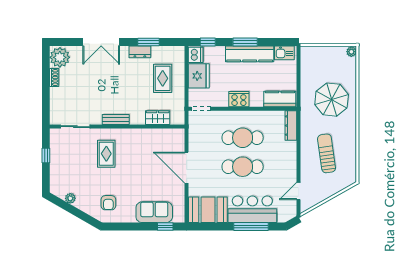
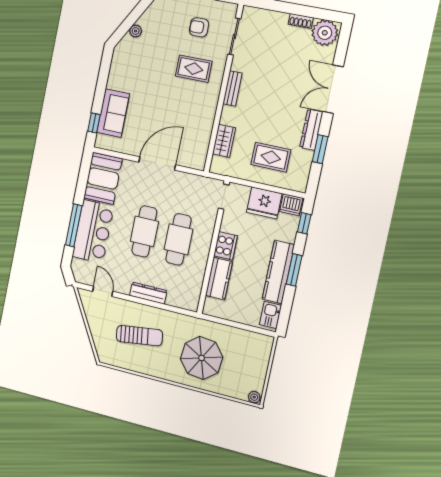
dresser: (140, 52) -> (311, 130), width x1.44
kitchen counter: (280, 99) -> (219, 279), moved
dresser: (291, 126) -> (148, 293), moved
plant: (70, 198) -> (136, 31), moved
armchair: (108, 203) -> (199, 27), moved

